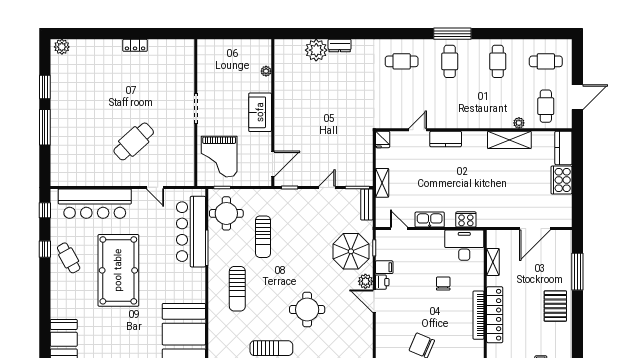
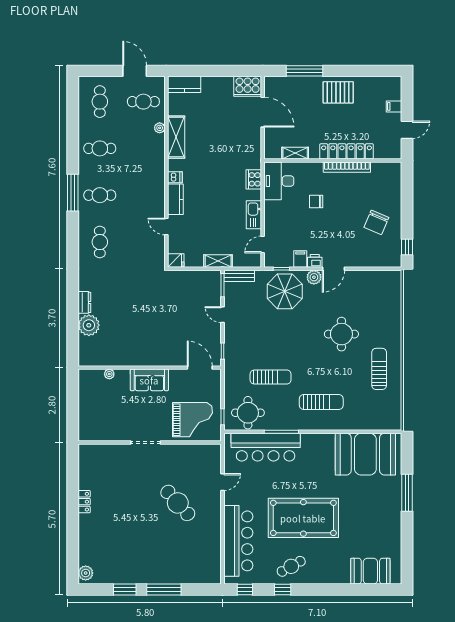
dishwasher: (468, 139) -> (175, 177), added
cooker: (561, 180) -> (248, 86), moved

